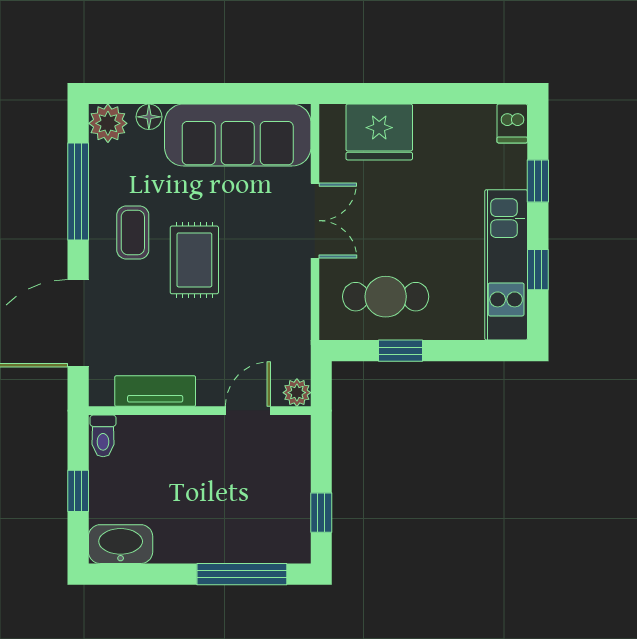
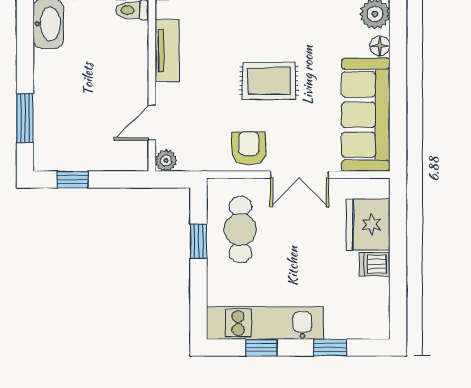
dishwasher: (512, 124) -> (375, 264), moved
coffee table: (133, 233) -> (290, 33), removed
armchair: (281, 286) -> (249, 148), added
door: (248, 411) -> (152, 123), swing flipped
window: (242, 574) -> (25, 118), width x0.69

